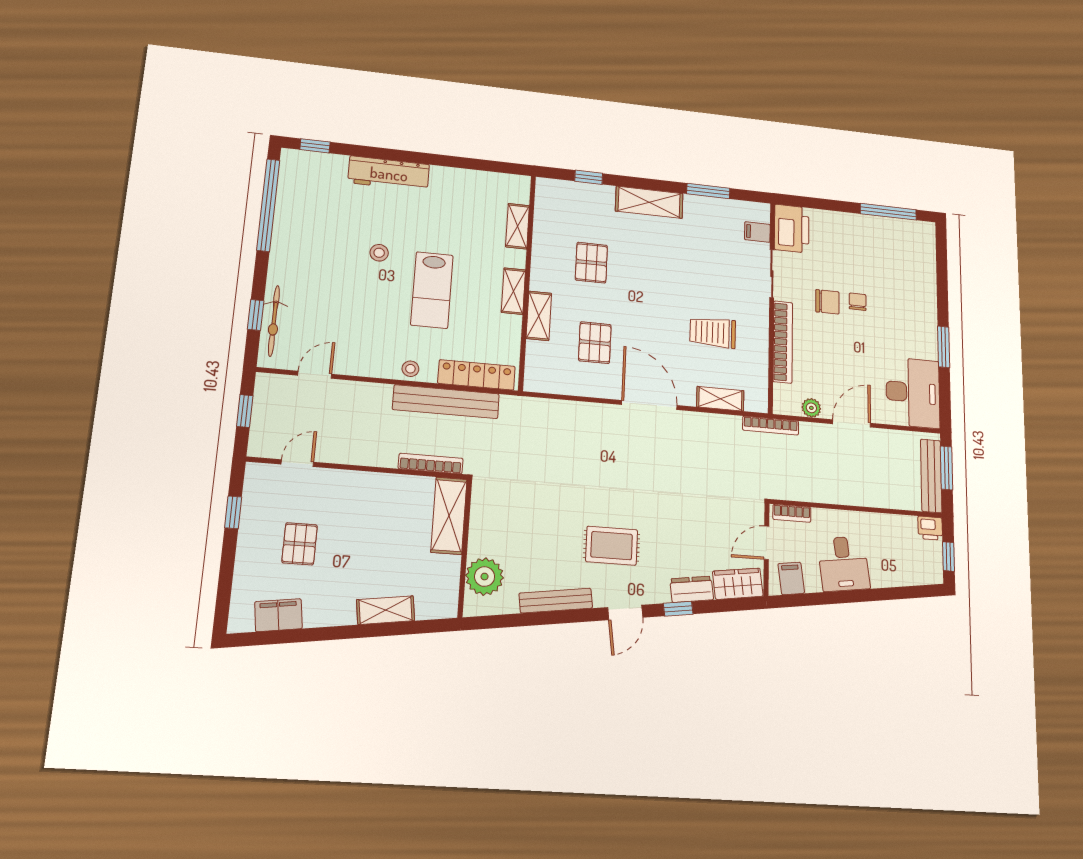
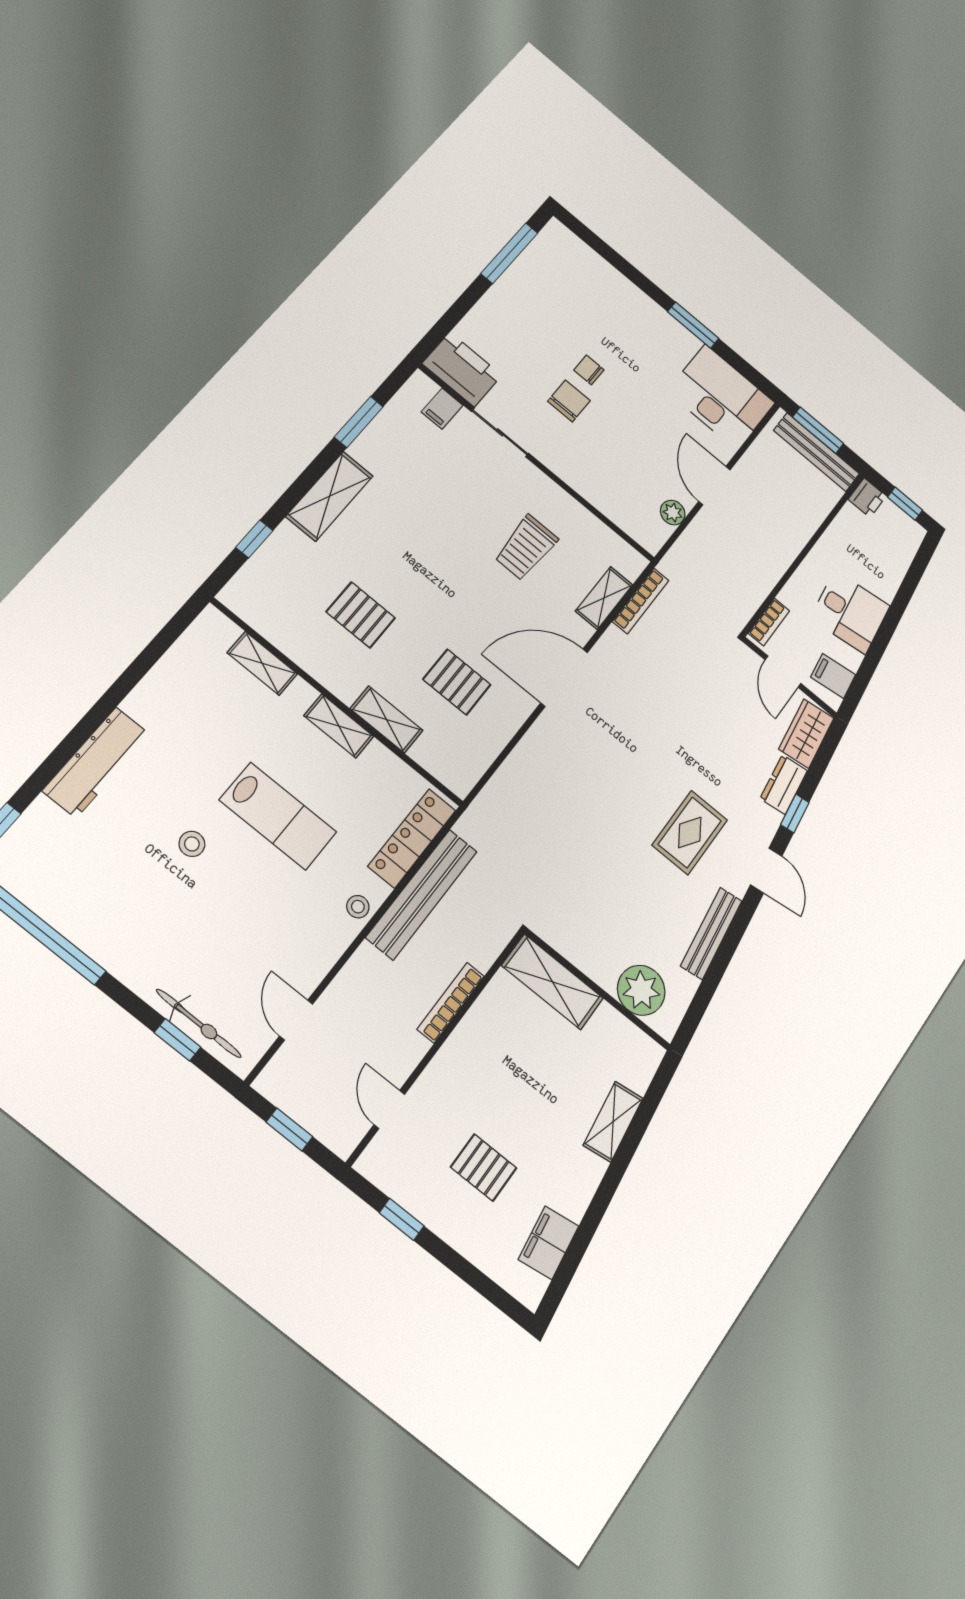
bookcase: (783, 342) -> (583, 483), removed
bookcase: (771, 426) -> (641, 601), moved
bookcase: (431, 464) -> (451, 1003), moved

